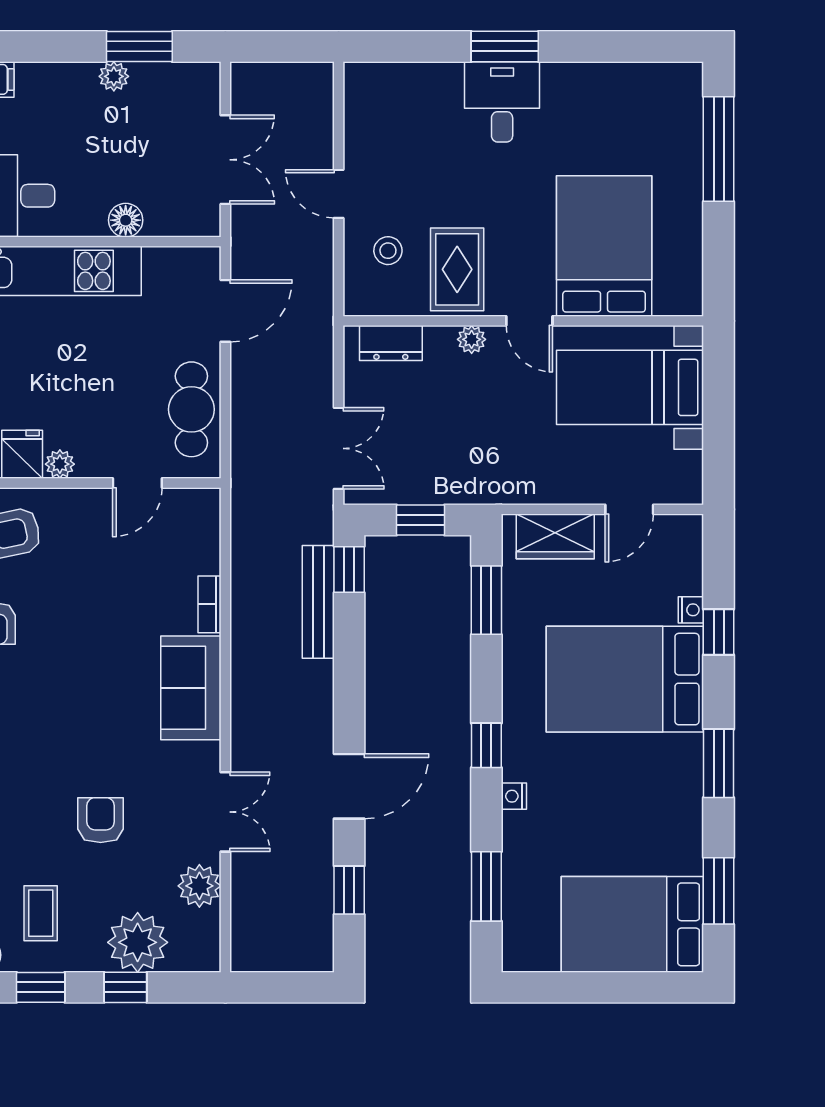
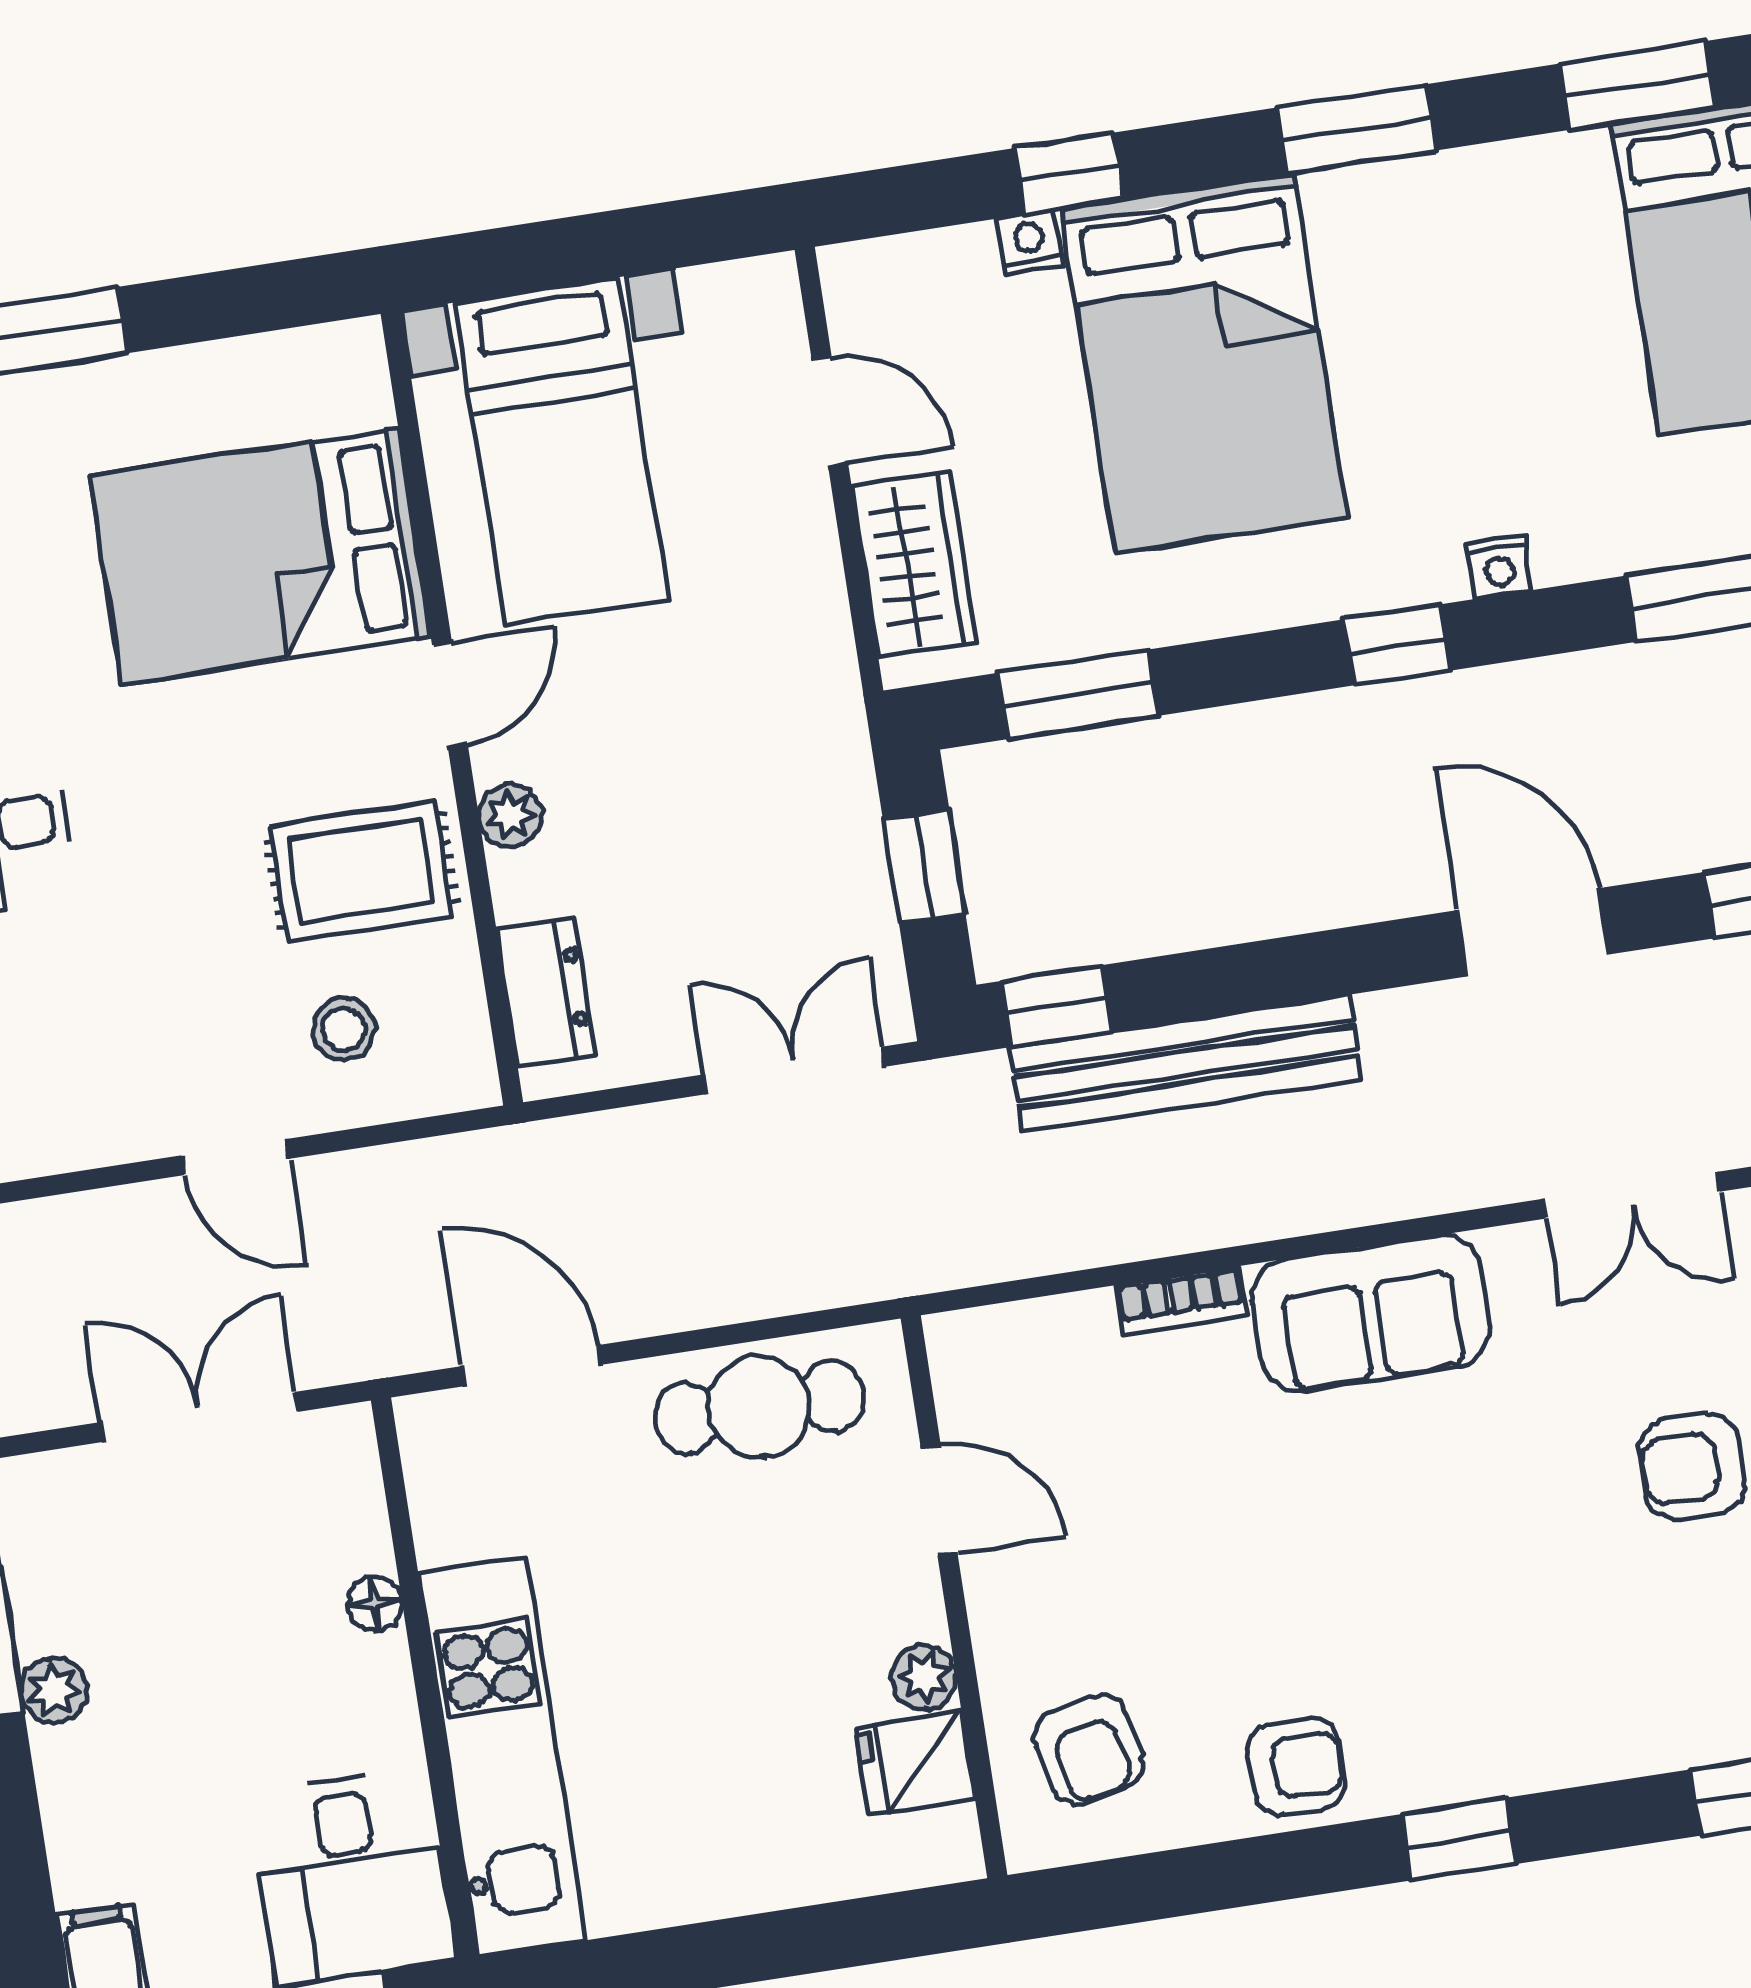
door: (339, 194) -> (236, 1157), hinge flipped
floor lamp: (126, 220) -> (375, 1604), width x0.73, depth x0.73
bench: (318, 602) -> (1186, 1063), width x1.37, depth x1.21
double door: (225, 812) -> (1631, 1195), swing flipped

